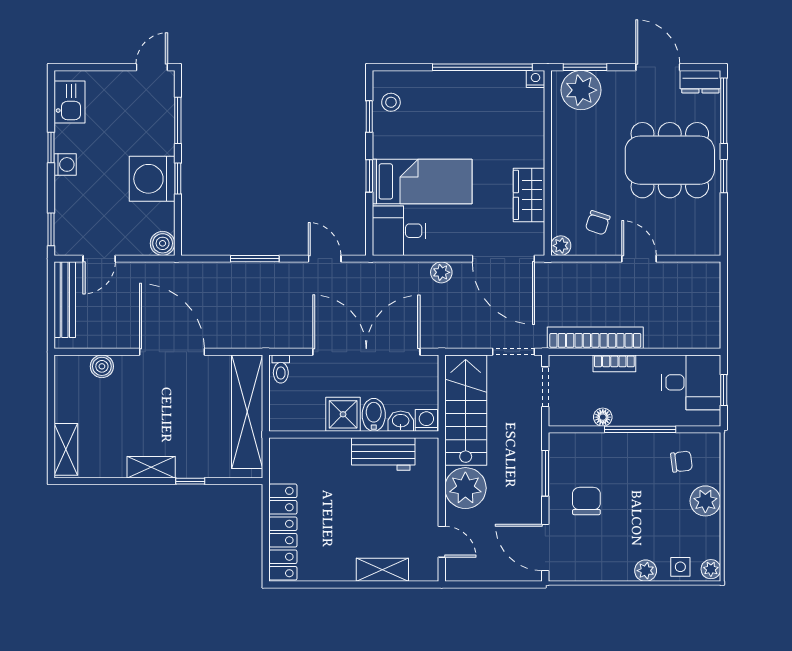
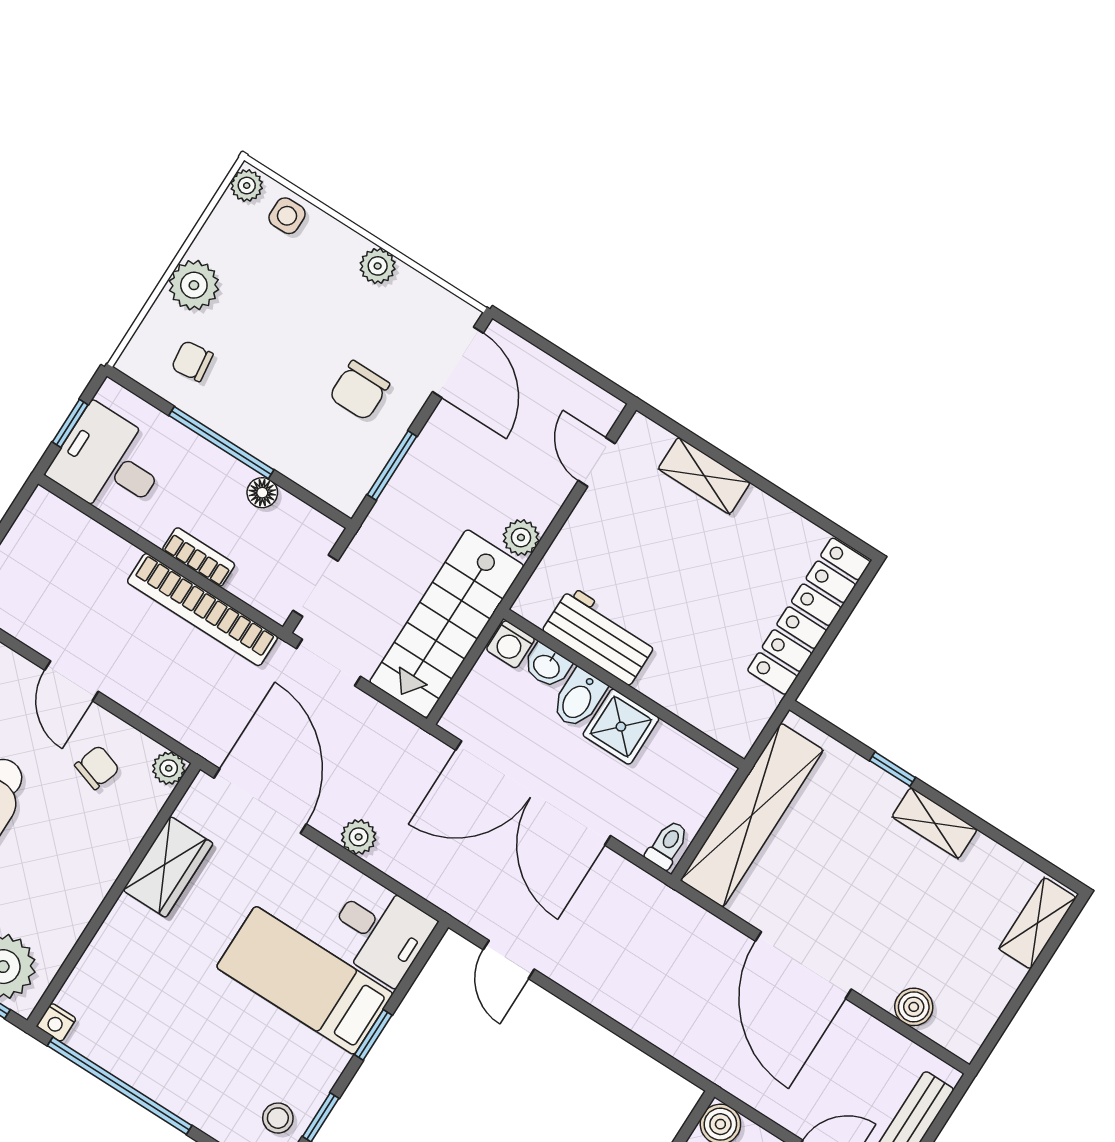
window: (255, 259) -> (606, 1021), removed
plant: (465, 488) -> (521, 537), width x0.53, depth x0.53
plant: (646, 571) -> (378, 266), moved

